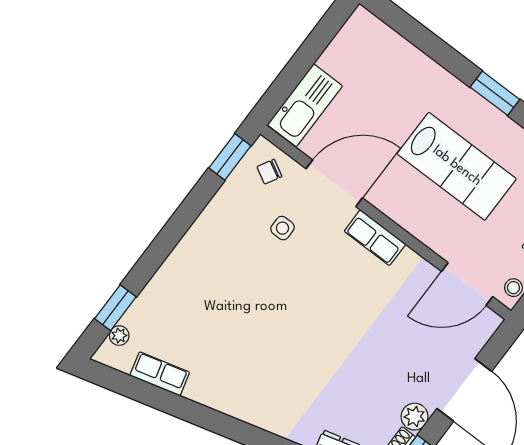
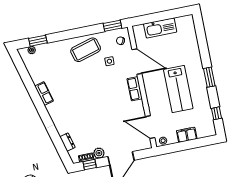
kitchen sink: (305, 105) -> (160, 28), moved
coffee table: (219, 246) -> (86, 50), added
row of seats: (160, 374) -> (44, 93), moved

